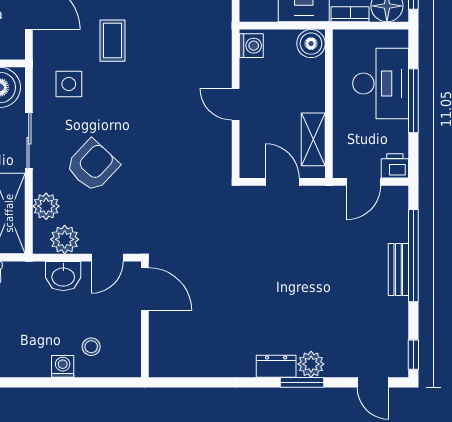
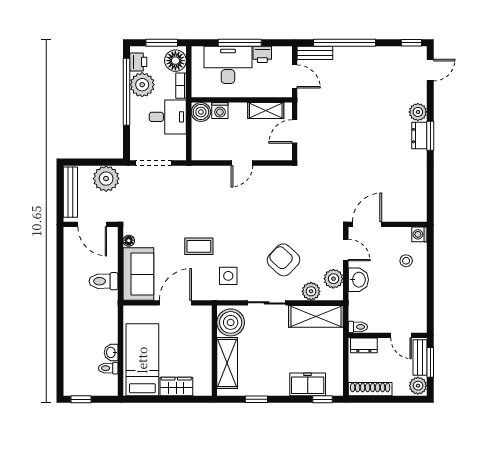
washing machine: (251, 46) -> (220, 110), moved, turned 180
printer: (395, 166) -> (262, 54), moved, turned -90
bench: (398, 270) -> (315, 53), moved
washing machine: (63, 366) -> (419, 234), moved
window: (302, 382) -> (430, 136), moved

